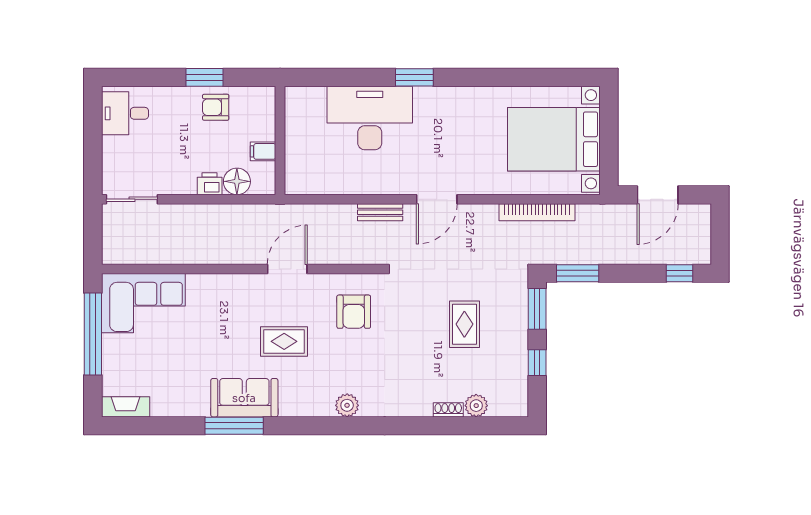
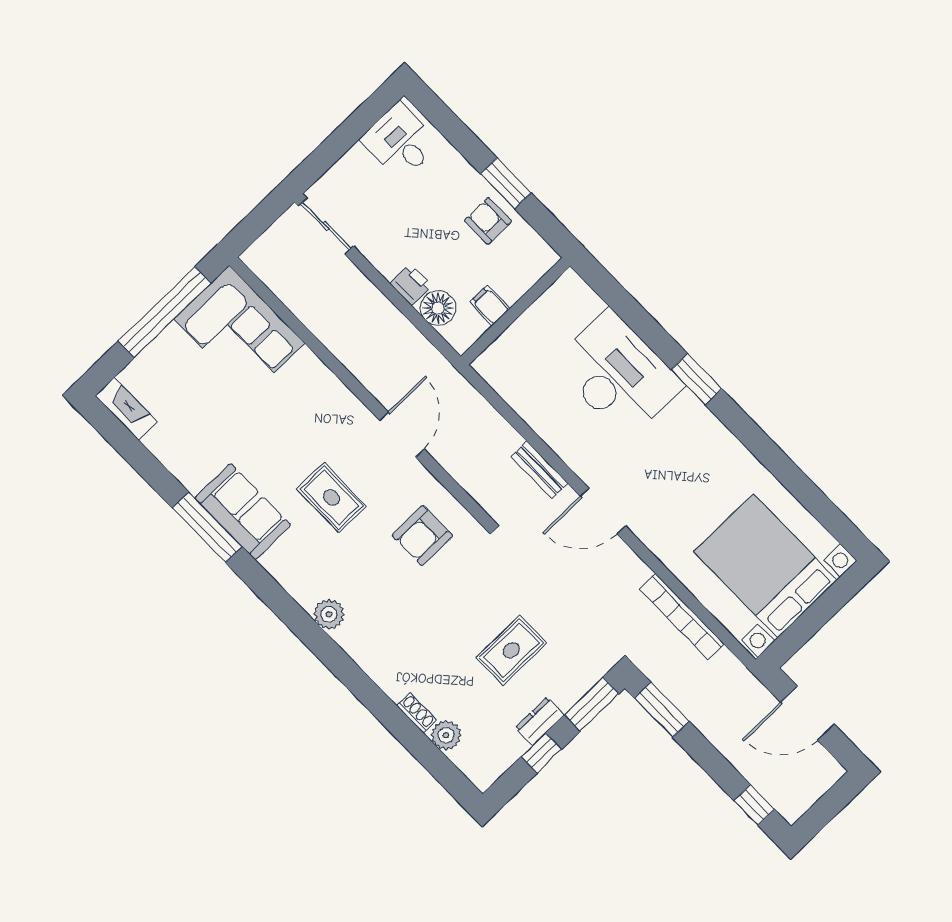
door: (287, 269) -> (402, 435), hinge flipped
dresser: (519, 346) -> (540, 721), added

